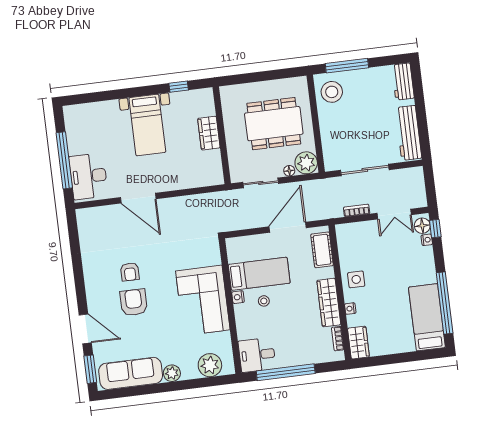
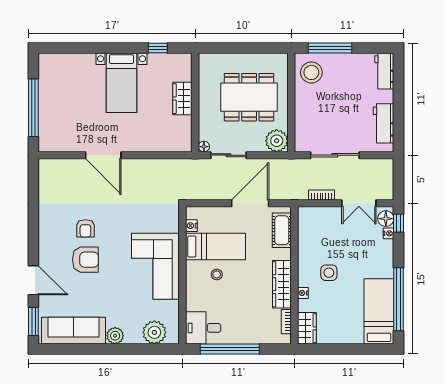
workbench: (408, 133) -> (383, 123), width x0.73
floor lamp: (289, 171) -> (204, 147), moved
desk: (88, 176) -> (56, 127), removed
side table: (356, 279) -> (329, 273), moved
nightstand: (238, 297) -> (191, 226), moved
armchair: (134, 302) -> (85, 260), turned 90

